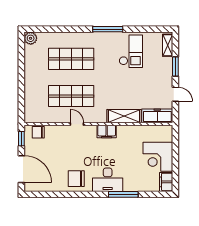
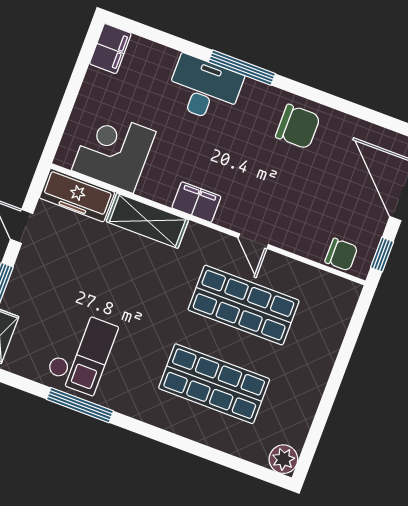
window: (108, 29) -> (80, 405), moved
checkout: (131, 51) -> (82, 353), turned 180
corner desk: (158, 157) -> (114, 151), moved, turned -90
desk: (108, 180) -> (204, 89), moved
window: (123, 194) -> (242, 68), moved

